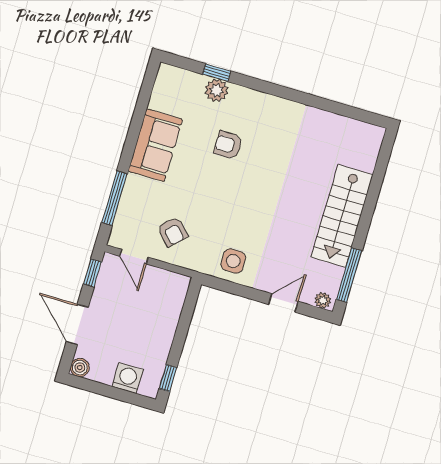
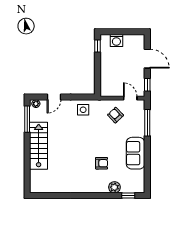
window: (217, 73) -> (128, 196), moved
boiler: (80, 368) -> (140, 39), removed

